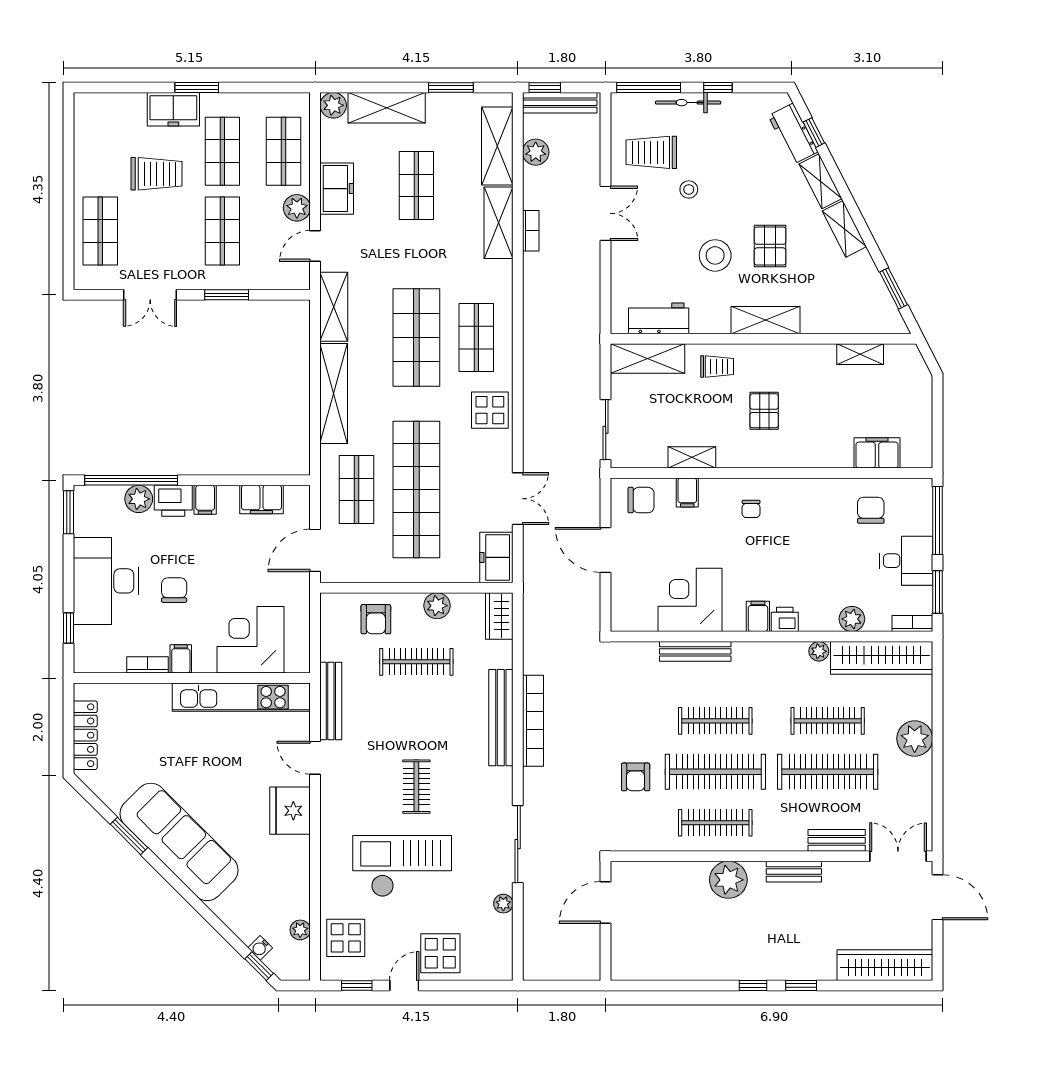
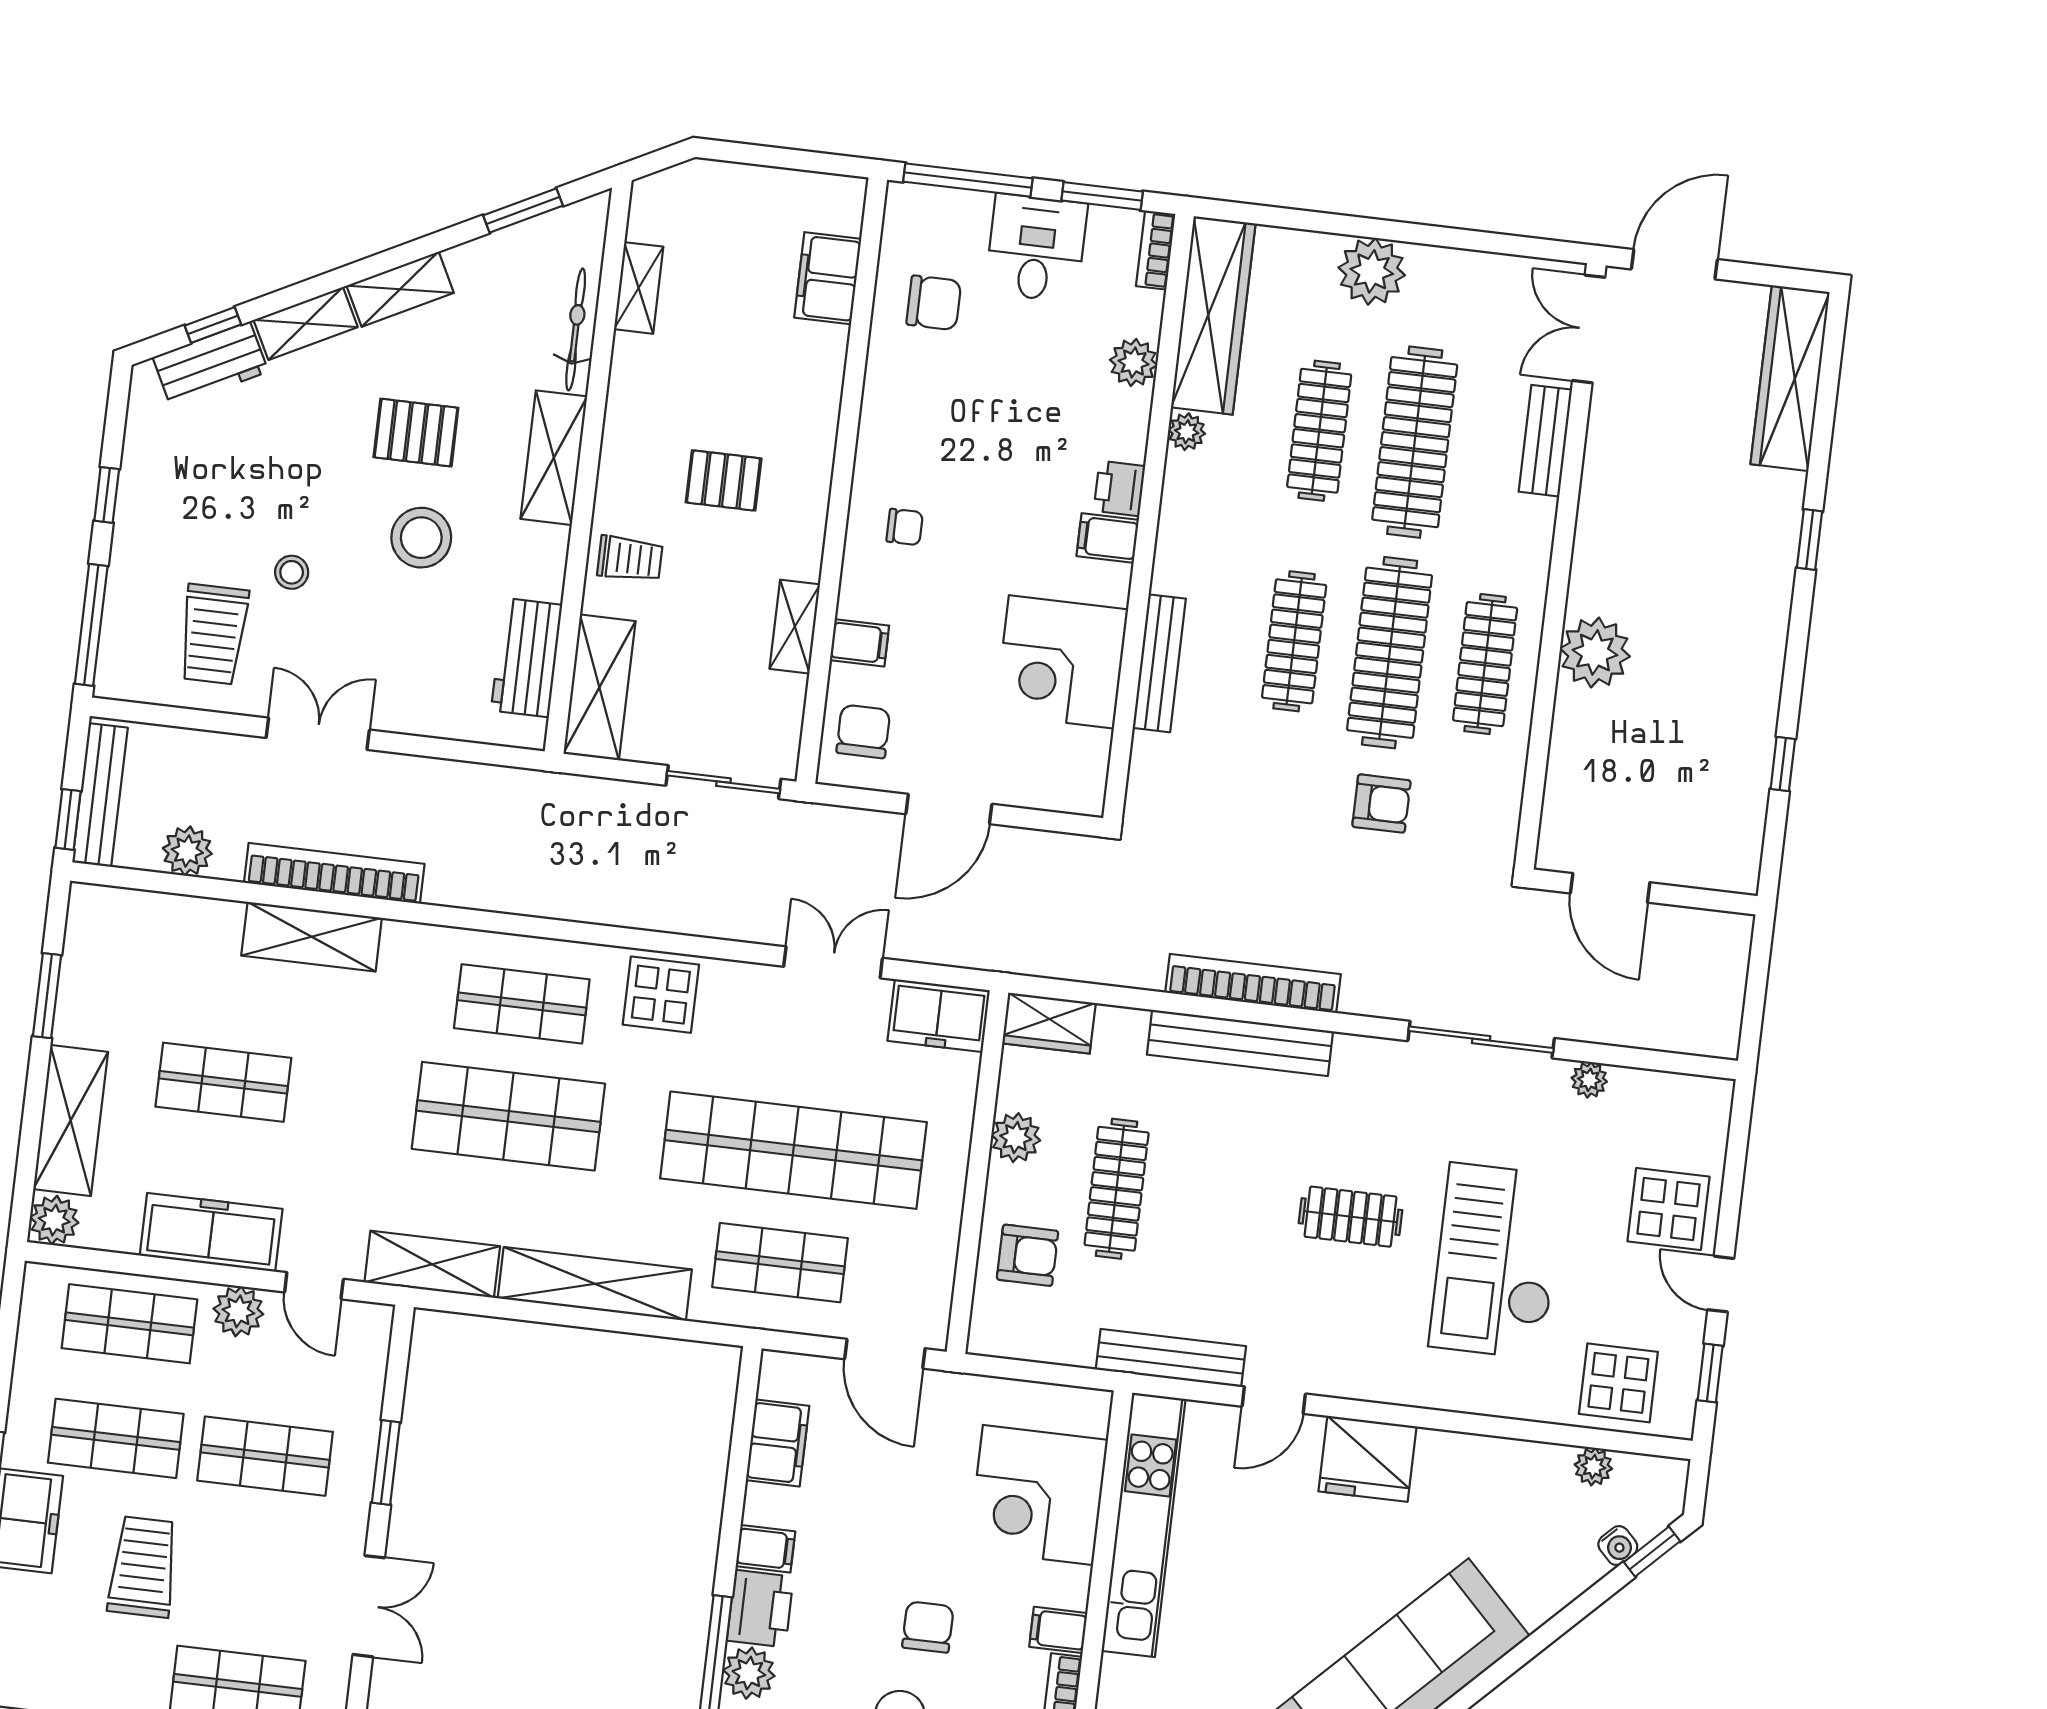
bicycle: (688, 103) -> (576, 329), moved, turned 180
shelving: (497, 146) -> (167, 922), removed
freezer: (337, 189) -> (211, 1232), width x1.40
bookcase: (531, 231) -> (334, 873), width x2.31, depth x1.31
trolley: (717, 366) -> (630, 559), turned 90
chair: (871, 510) -> (934, 303), turned 180
chair: (174, 590) -> (928, 1627), turned 90
bench: (794, 872) -> (1594, 528), removed
window: (753, 986) -> (1783, 764), moved

